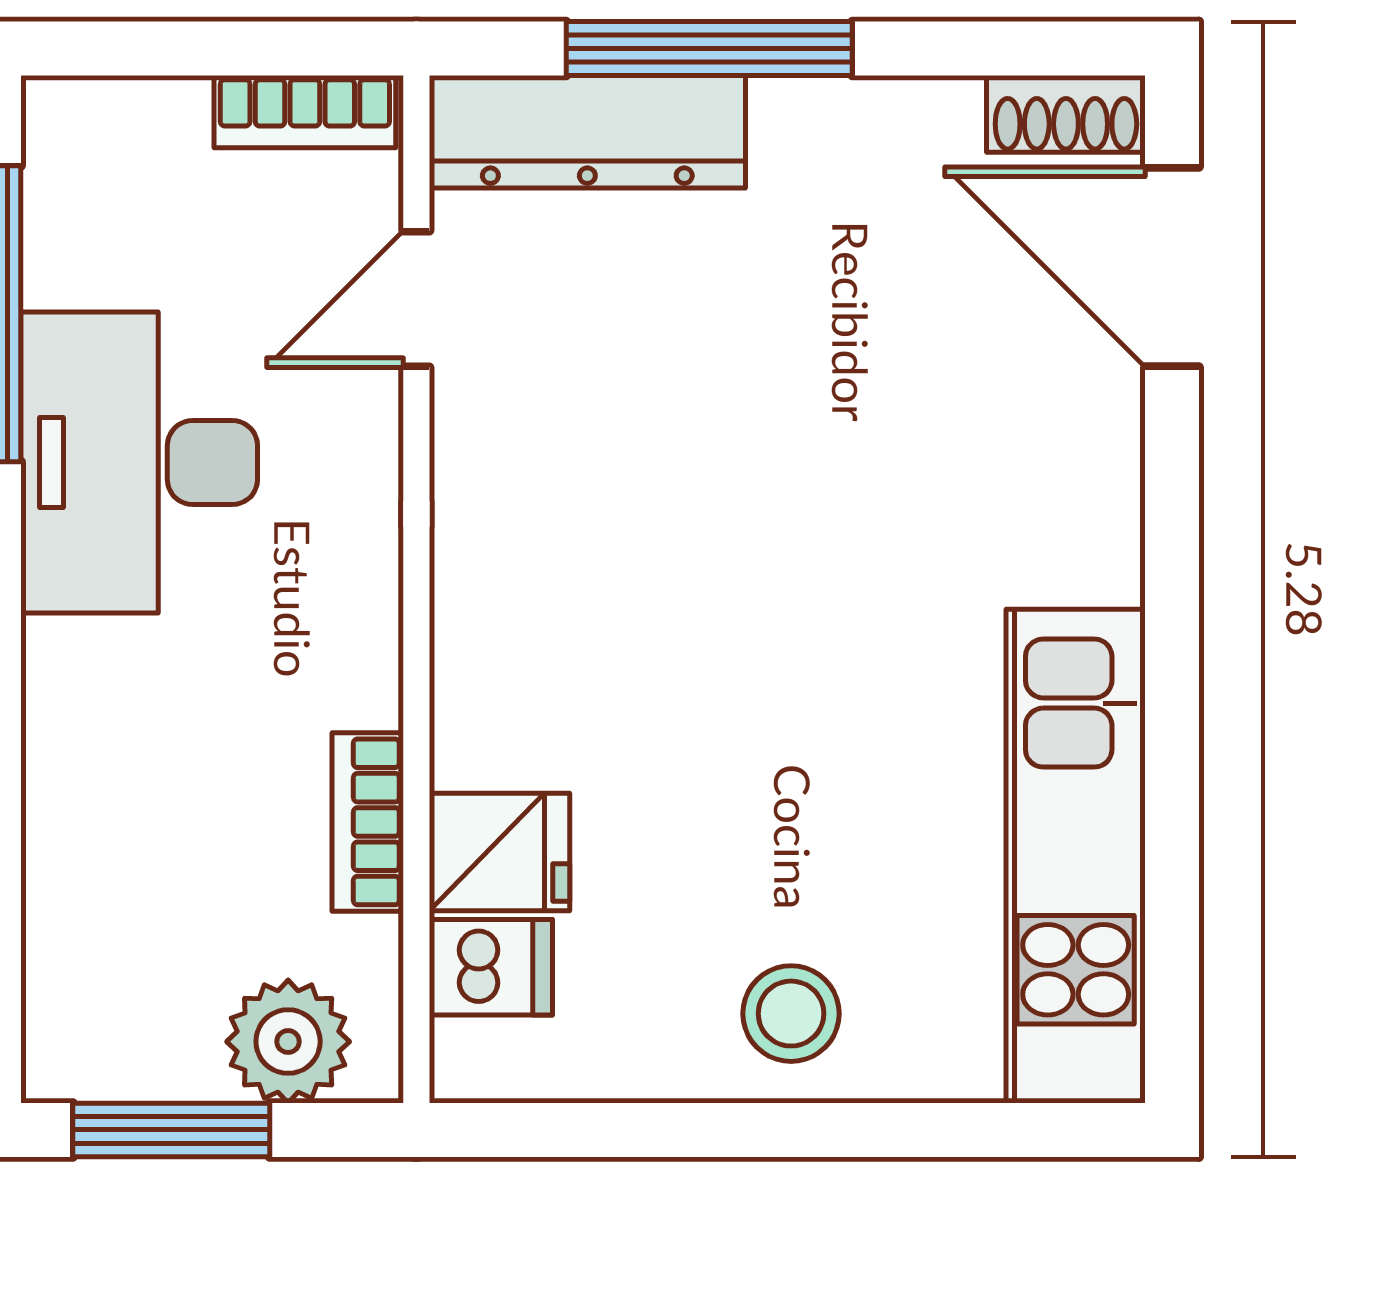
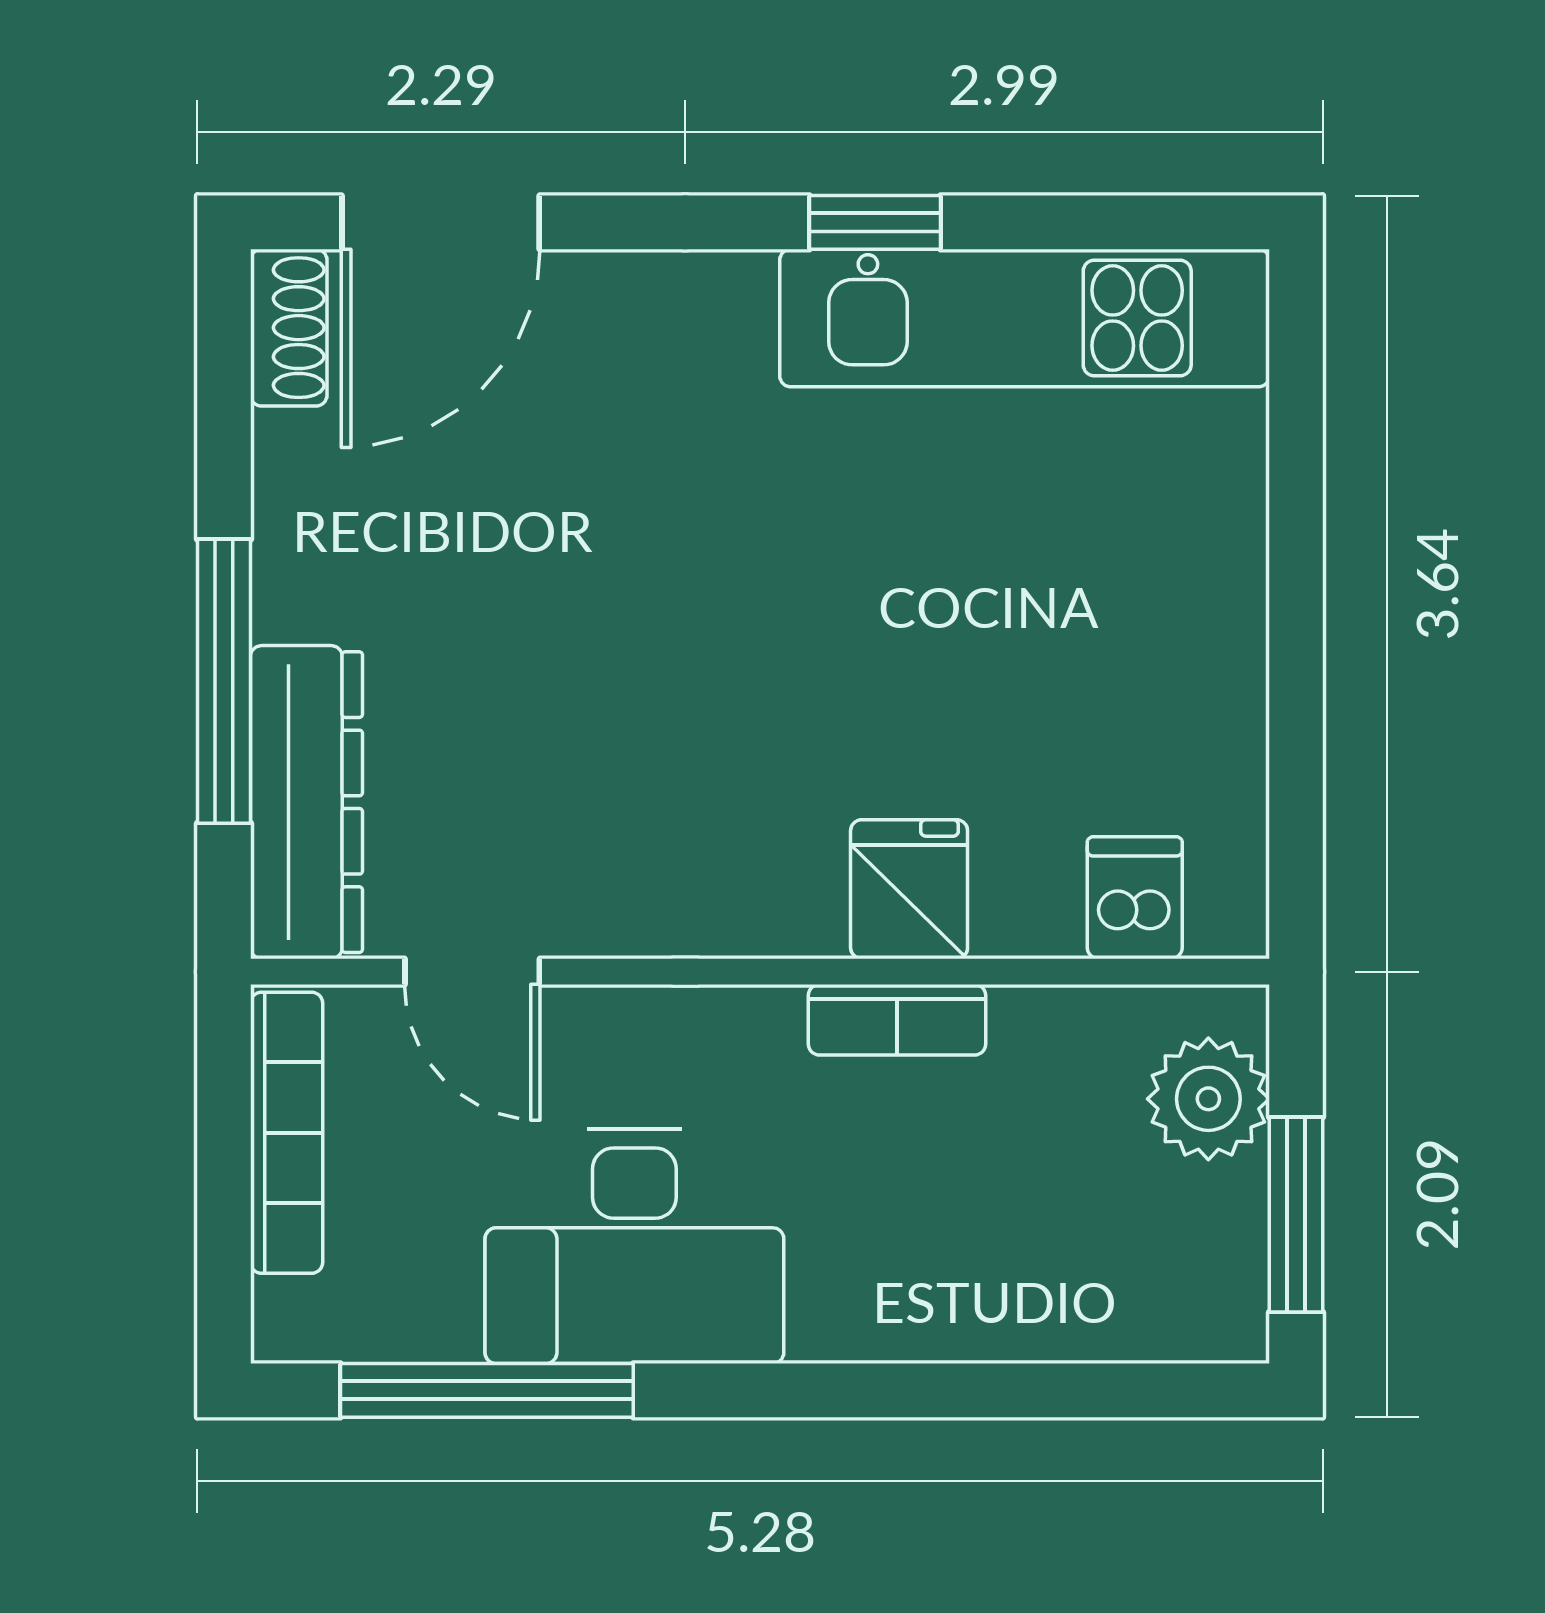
bookcase: (305, 112) -> (287, 1133), width x1.56
window: (1172, 705) -> (875, 222), added
bookcase: (368, 822) -> (897, 1020), moved
fridge: (500, 852) -> (909, 889), moved
stool: (791, 1014) -> (1181, 600), removed

